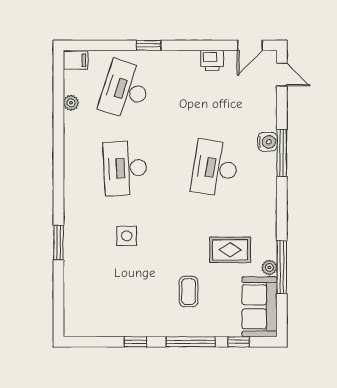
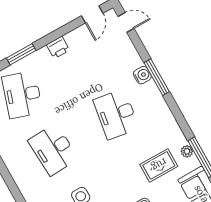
window: (149, 45) -> (21, 54), width x1.50
printer: (212, 60) -> (58, 47), moved
plant: (269, 267) -> (187, 151), moved

